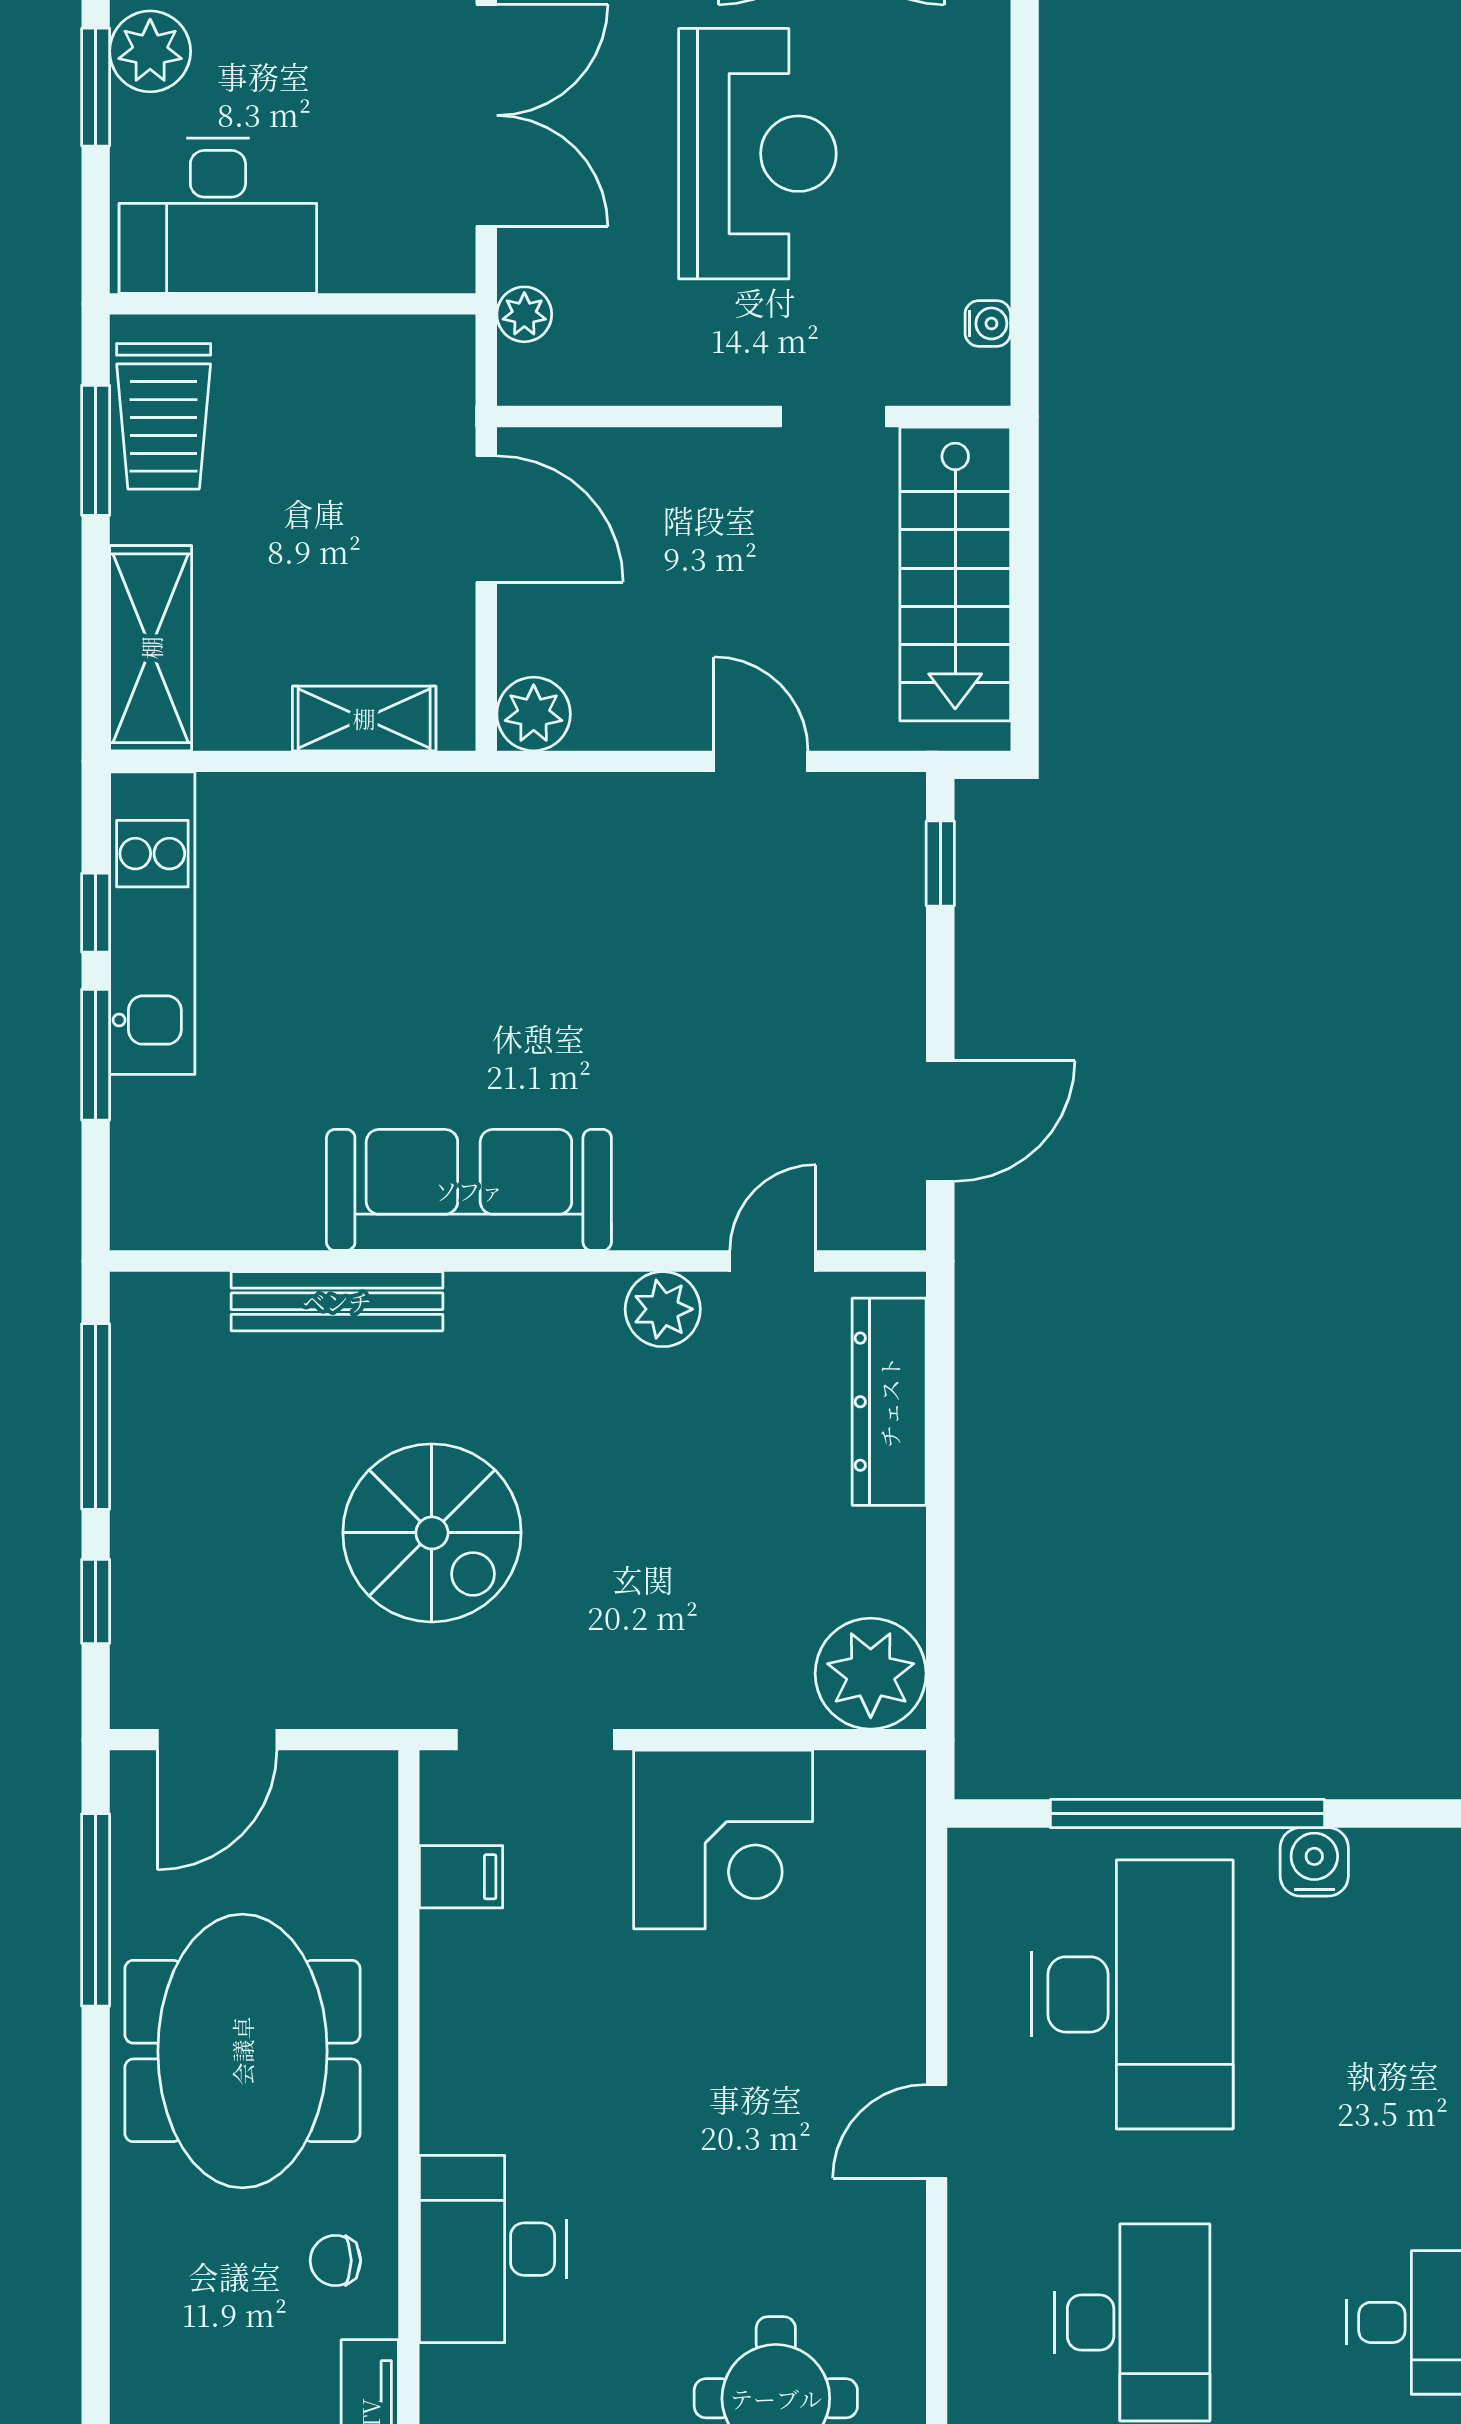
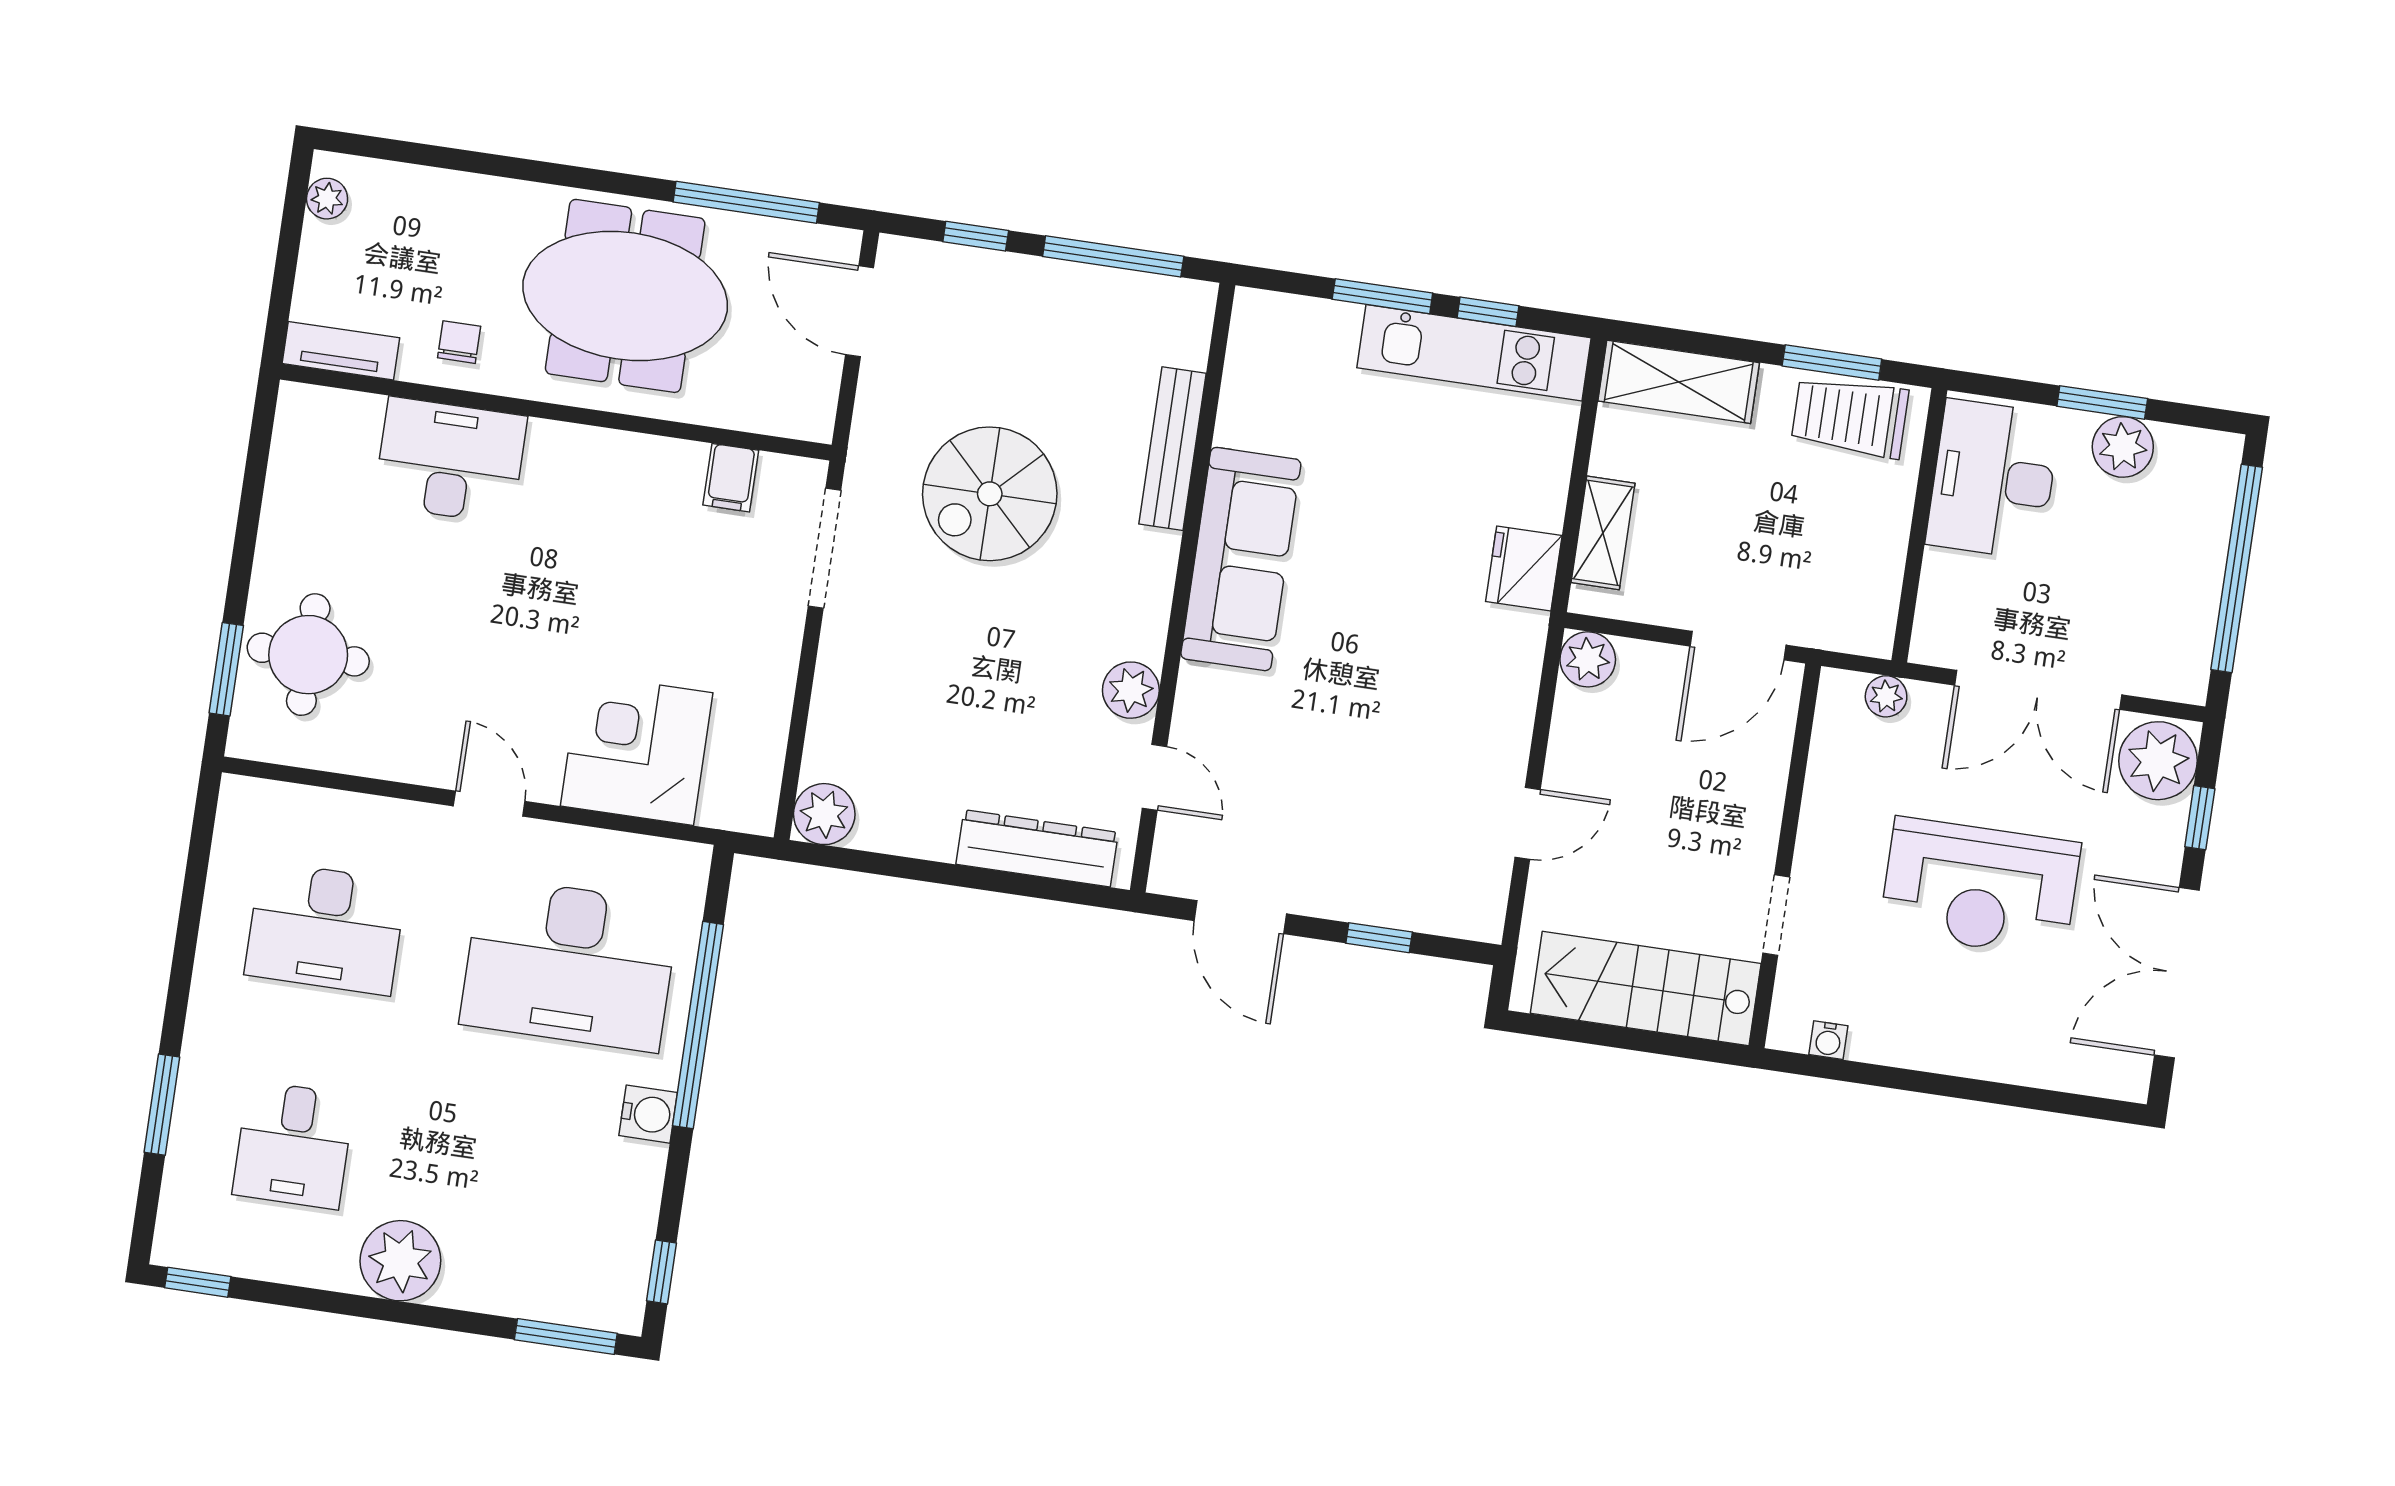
fridge: (426, 816) -> (1524, 568), added
window: (940, 864) -> (1379, 938), moved
plant: (871, 1674) -> (824, 814), width x0.73, depth x0.73
corner desk: (723, 1840) -> (637, 749), moved, turned 90

